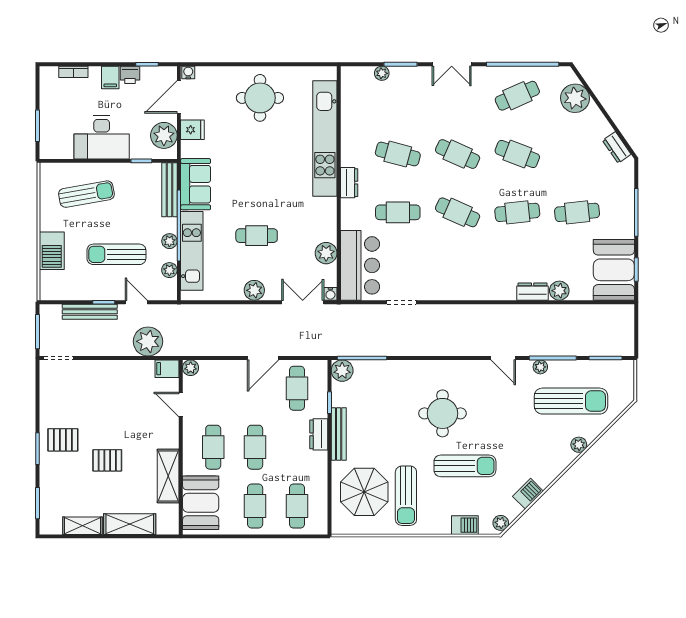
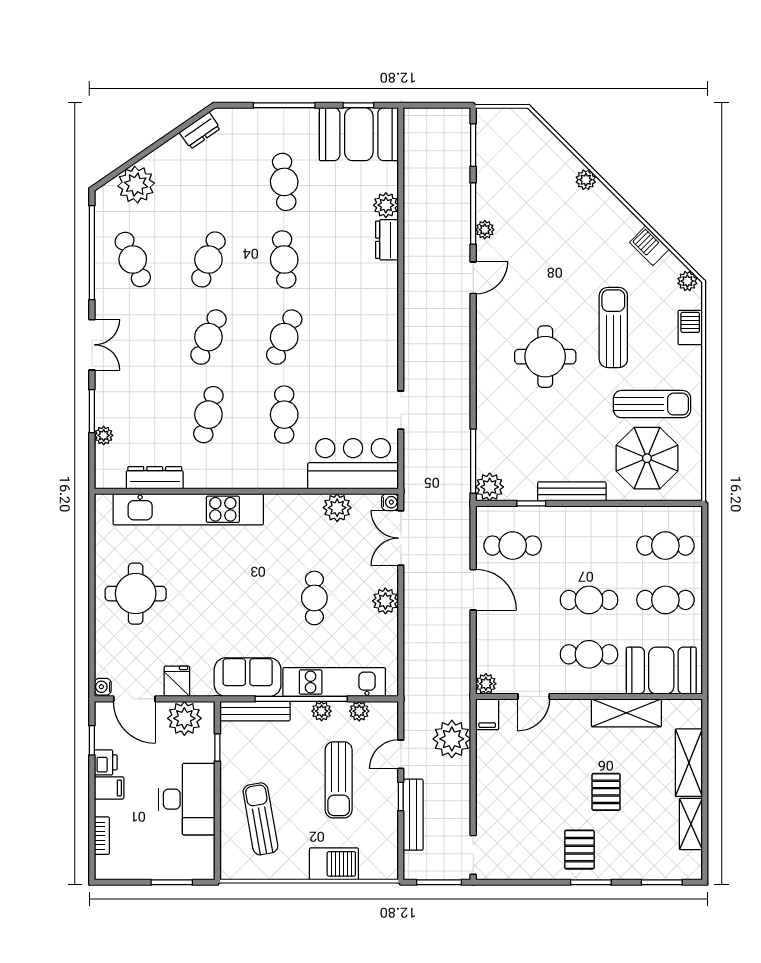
dresser: (349, 183) -> (155, 478), moved, width x1.44
sun lounger: (571, 401) -> (529, 190), removed
dresser: (319, 434) -> (572, 517), removed

